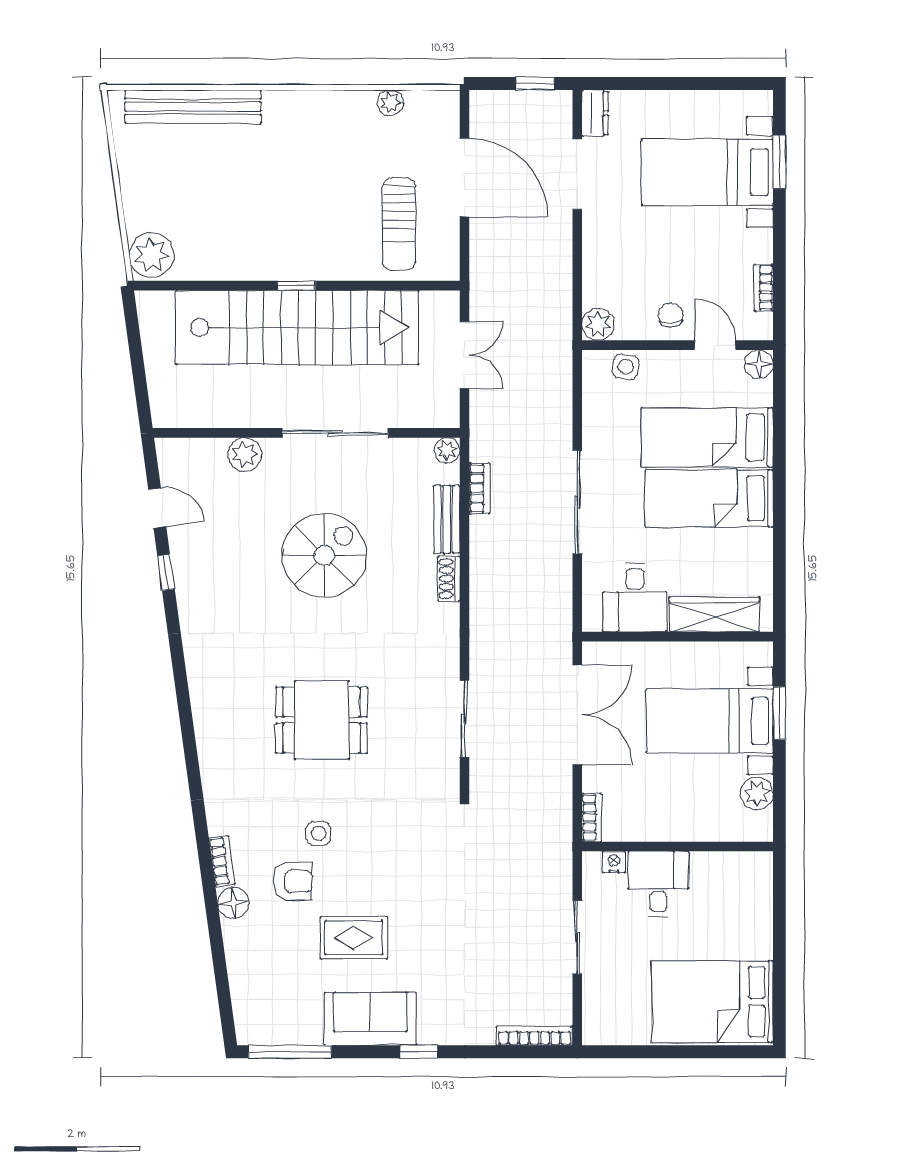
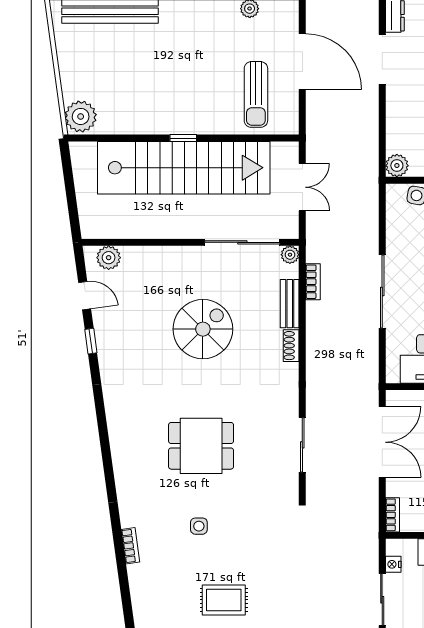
sliding door: (335, 433) -> (242, 242), moved
plant: (245, 454) -> (109, 258), moved
nightstand: (614, 862) -> (393, 564), moved, turned -90
armchair: (293, 881) -> (181, 560), removed
floor lamp: (233, 903) -> (139, 575), removed

